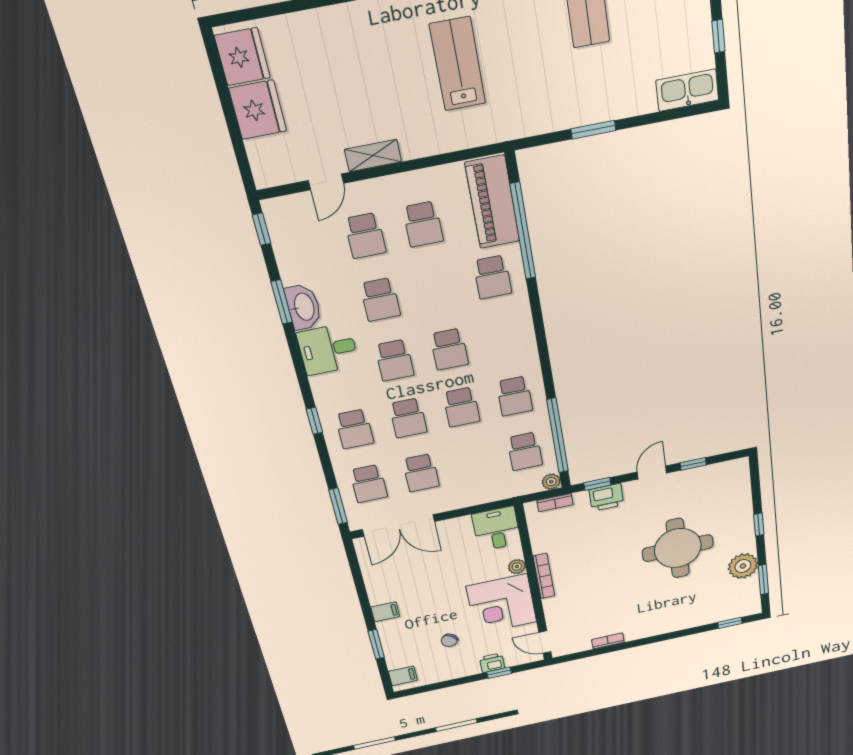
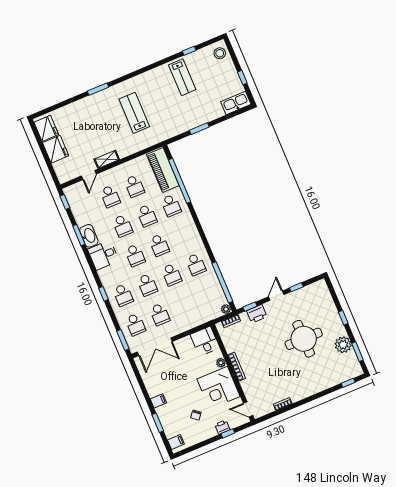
school desk: (525, 451) -> (147, 216), moved

